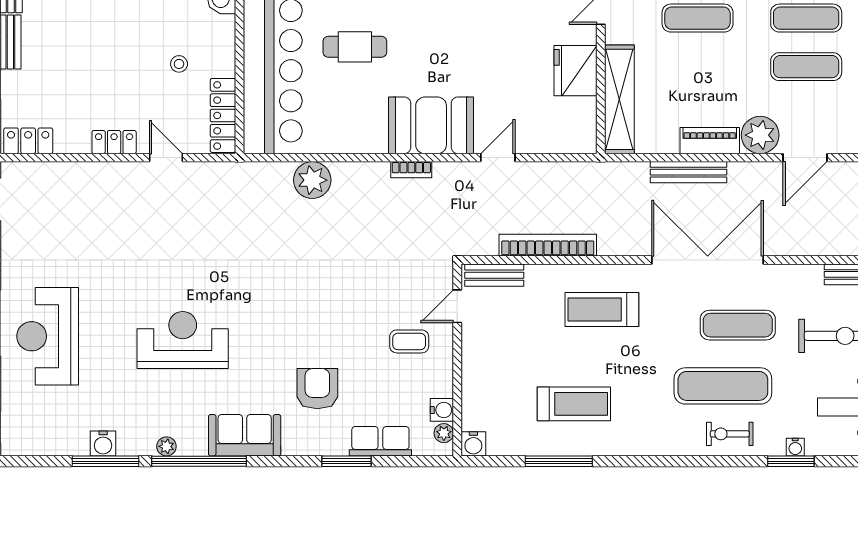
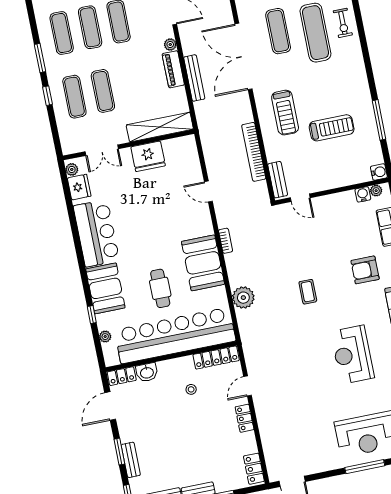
booth: (431, 125) -> (203, 263), moved
plant: (760, 135) -> (170, 45), width x0.53, depth x0.53
coffee table: (409, 341) -> (308, 292), moved
treadmill: (574, 404) -> (332, 128), moved, turned 90

